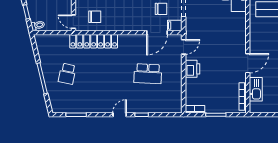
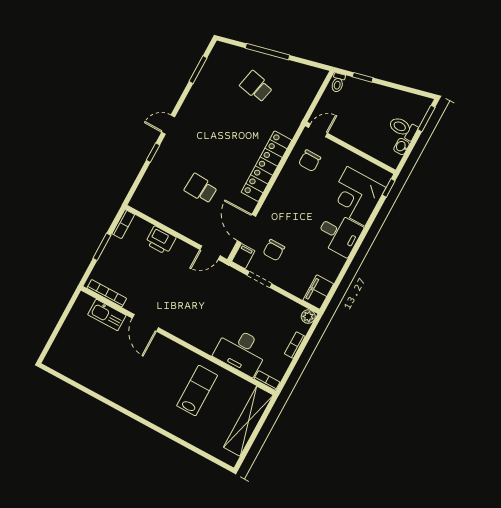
locker: (94, 41) -> (266, 166), moved
door: (184, 47) -> (210, 253), hinge flipped
printer: (192, 69) -> (161, 240), moved
school desk: (148, 74) -> (201, 189), width x0.54
door: (120, 115) -> (168, 125), swing flipped

